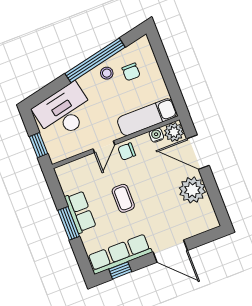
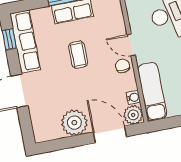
door: (198, 152) -> (110, 134), hinge flipped
coffee table: (123, 198) -> (78, 55), turned 90

